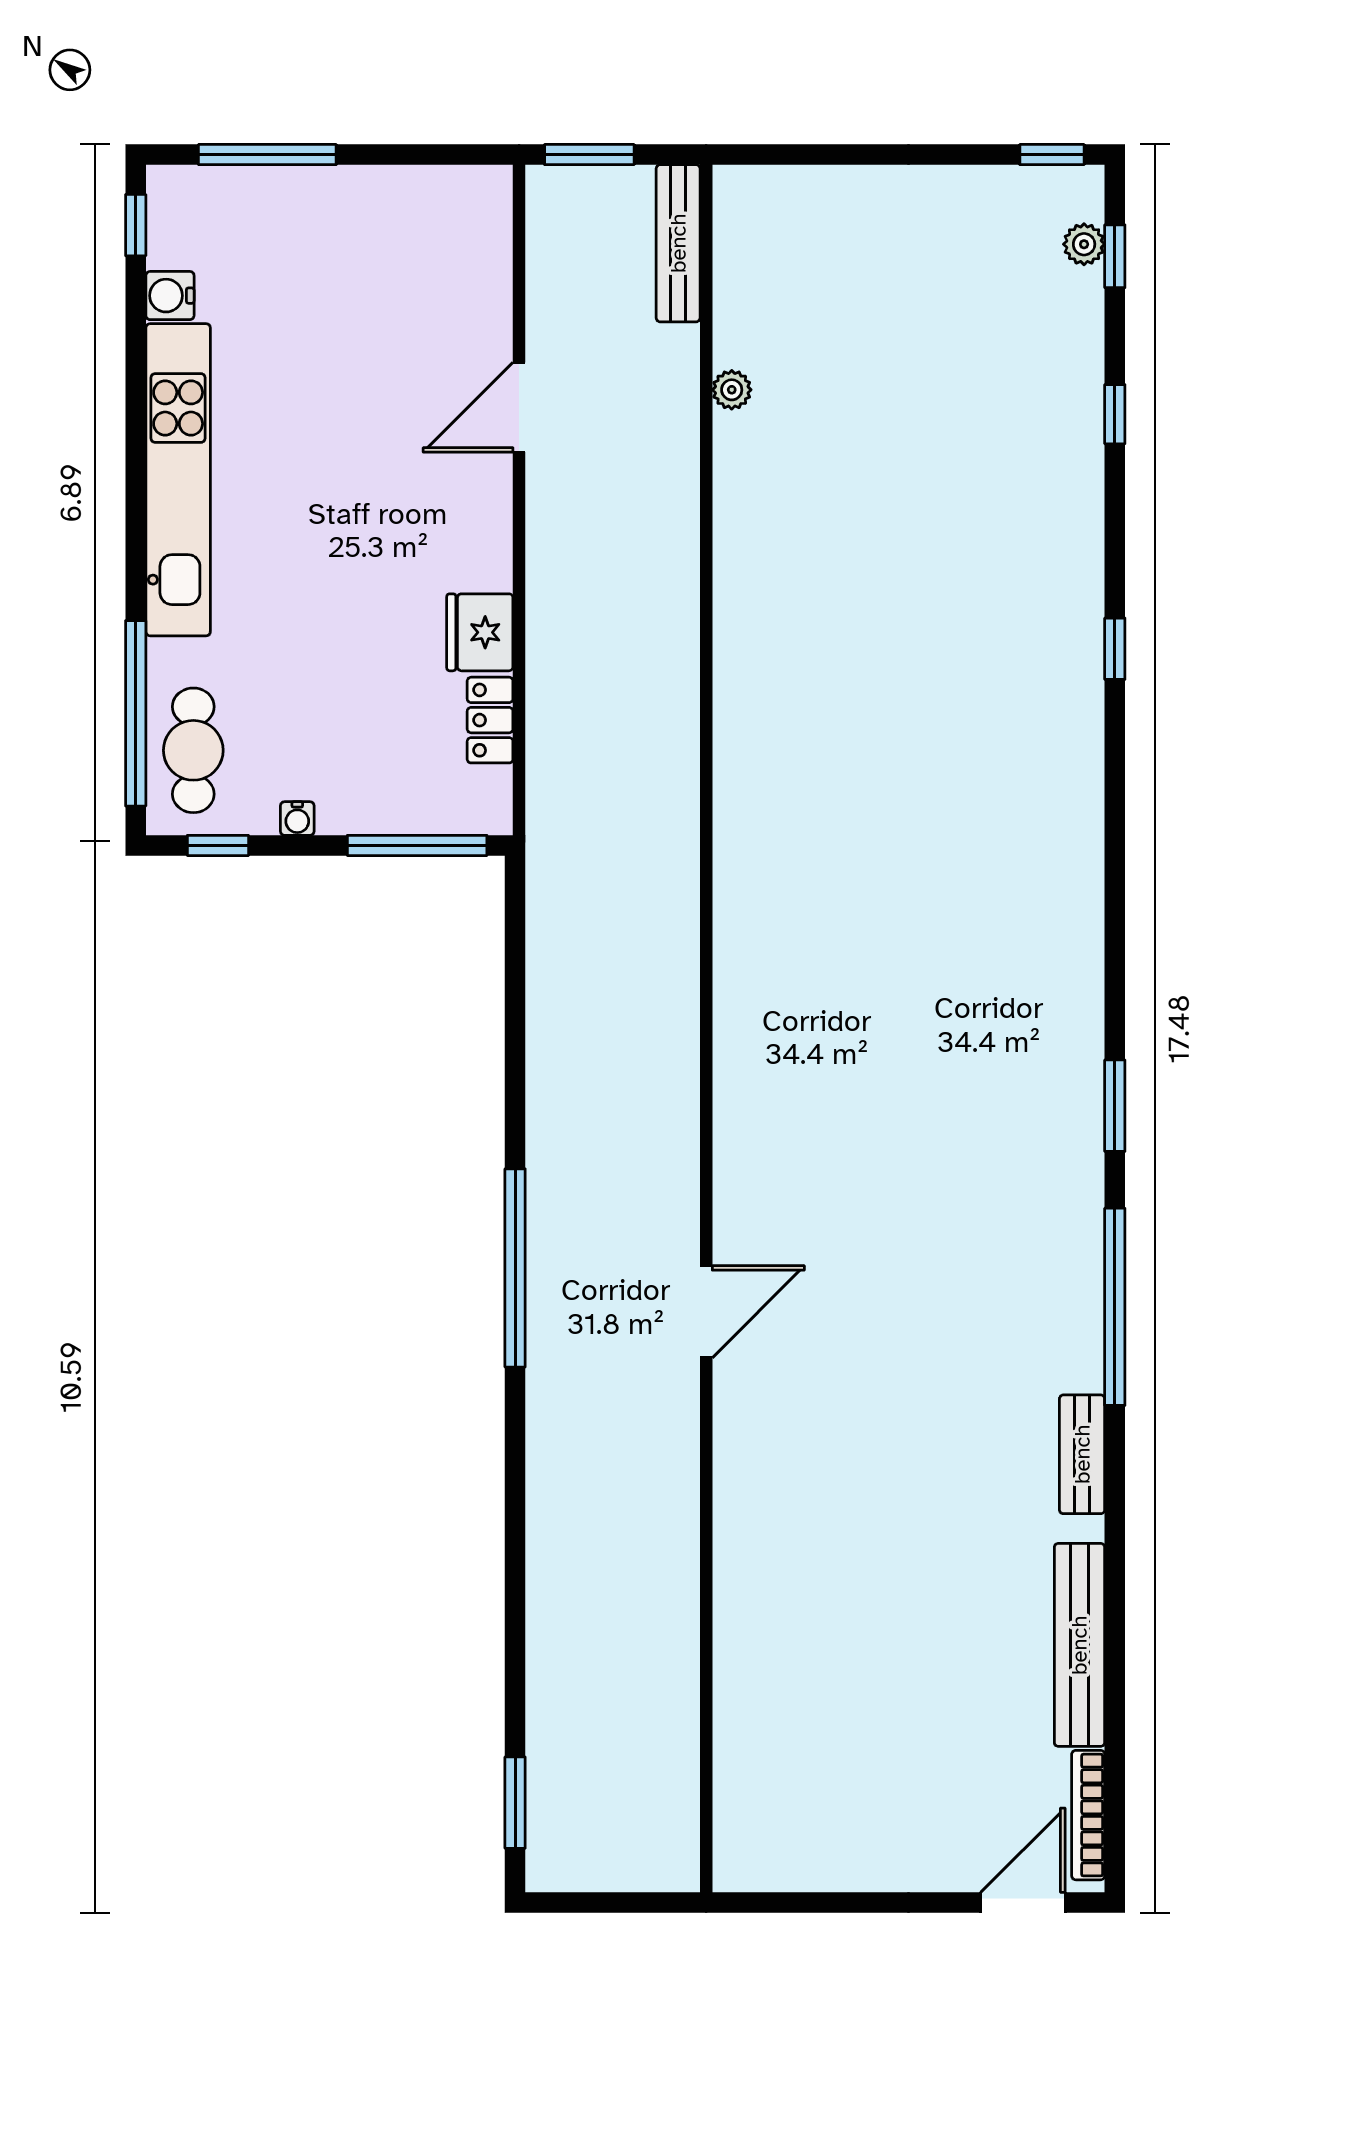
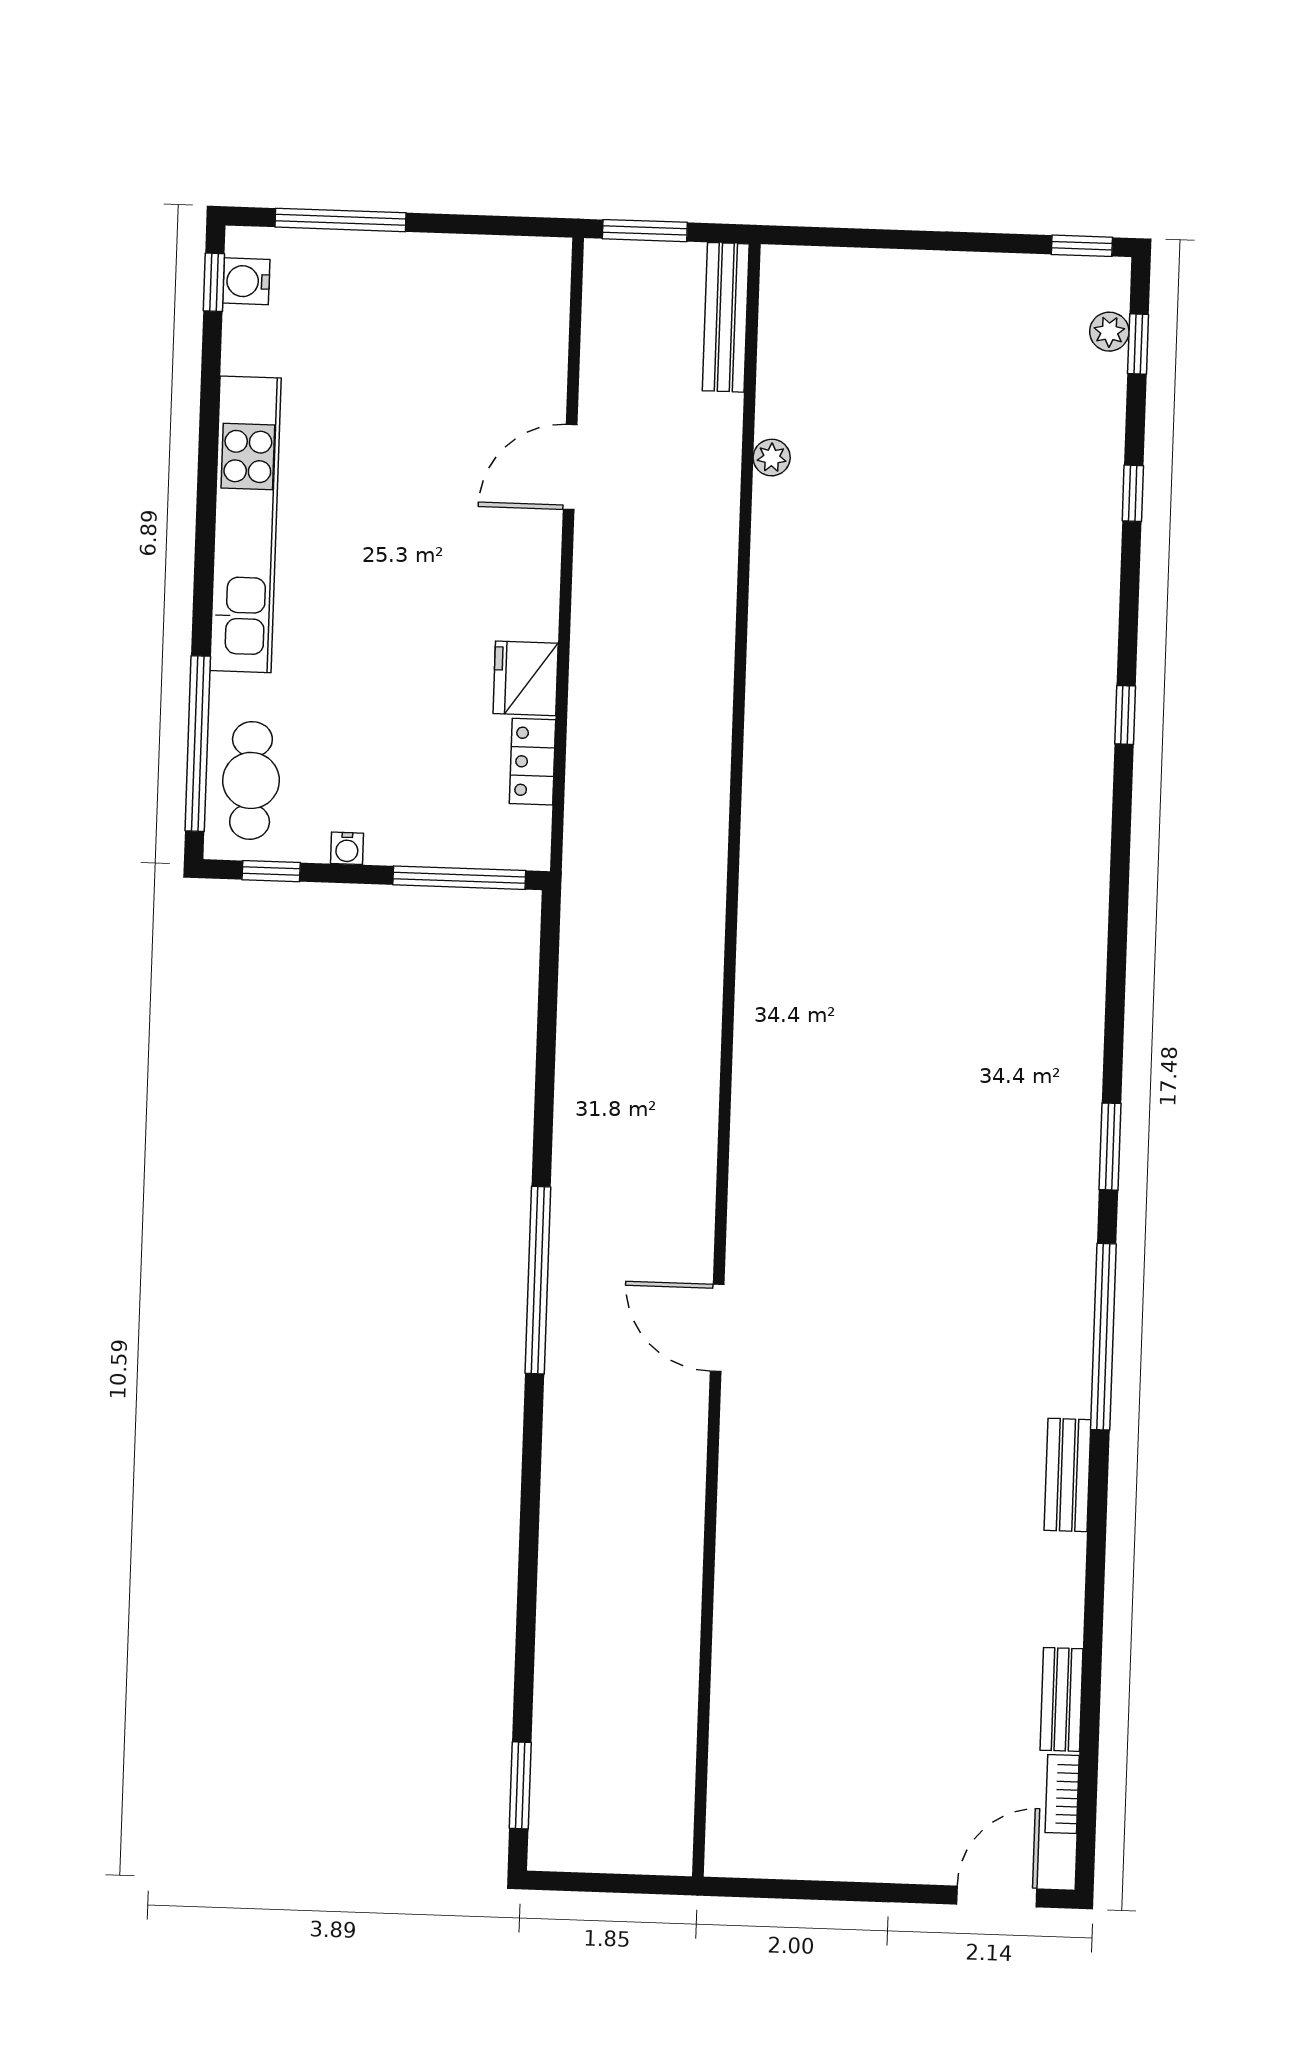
water cooler: (170, 296) -> (246, 281), moved
door: (706, 1312) -> (717, 1328), swing flipped
bench: (1079, 1645) -> (1061, 1699), width x0.54, depth x0.82
bookcase: (1088, 1815) -> (1062, 1794), width x0.64

